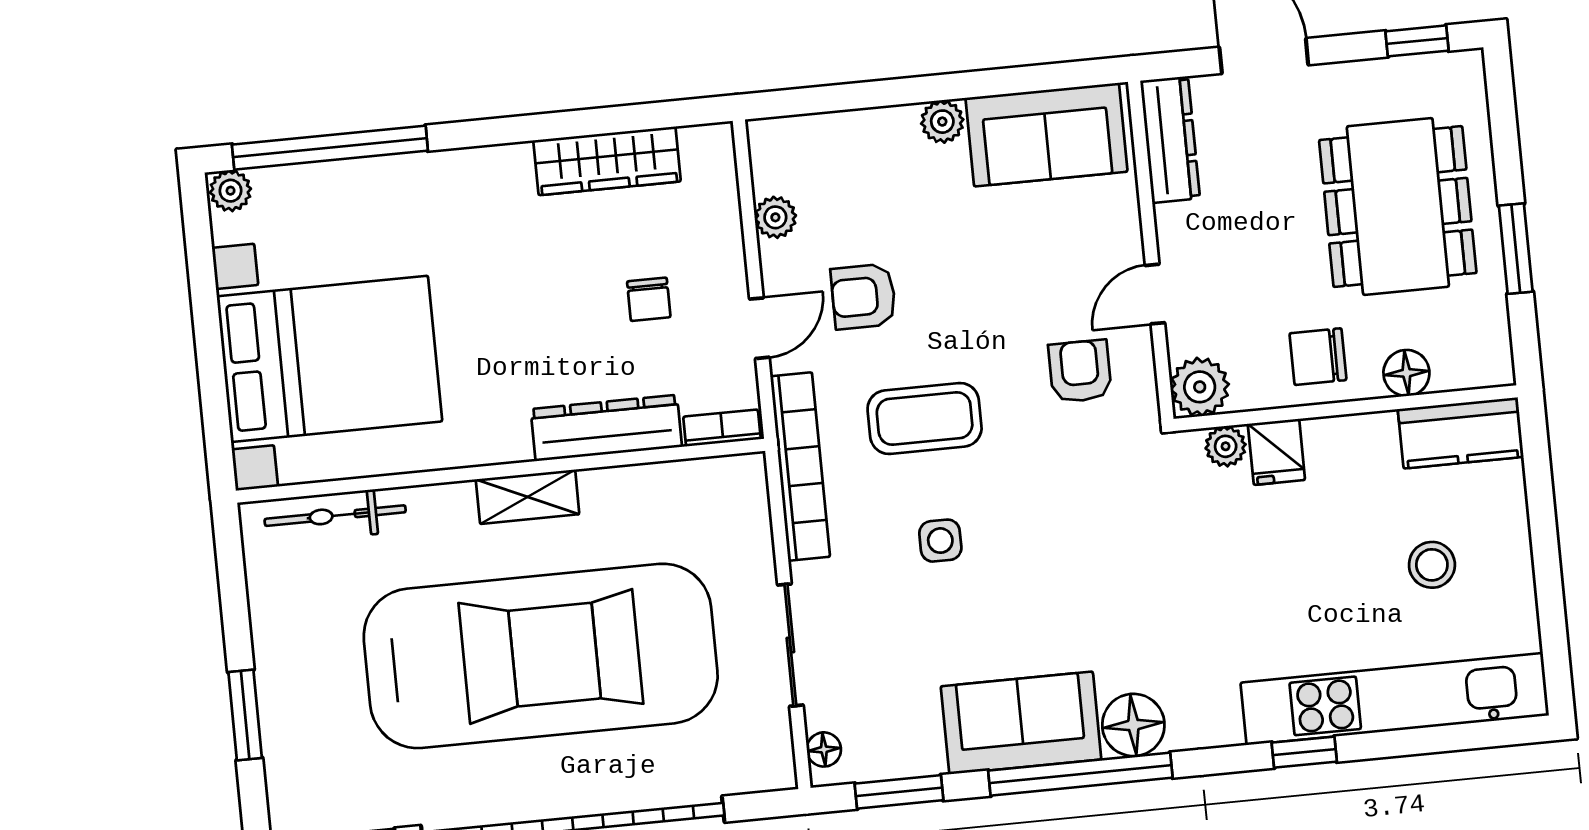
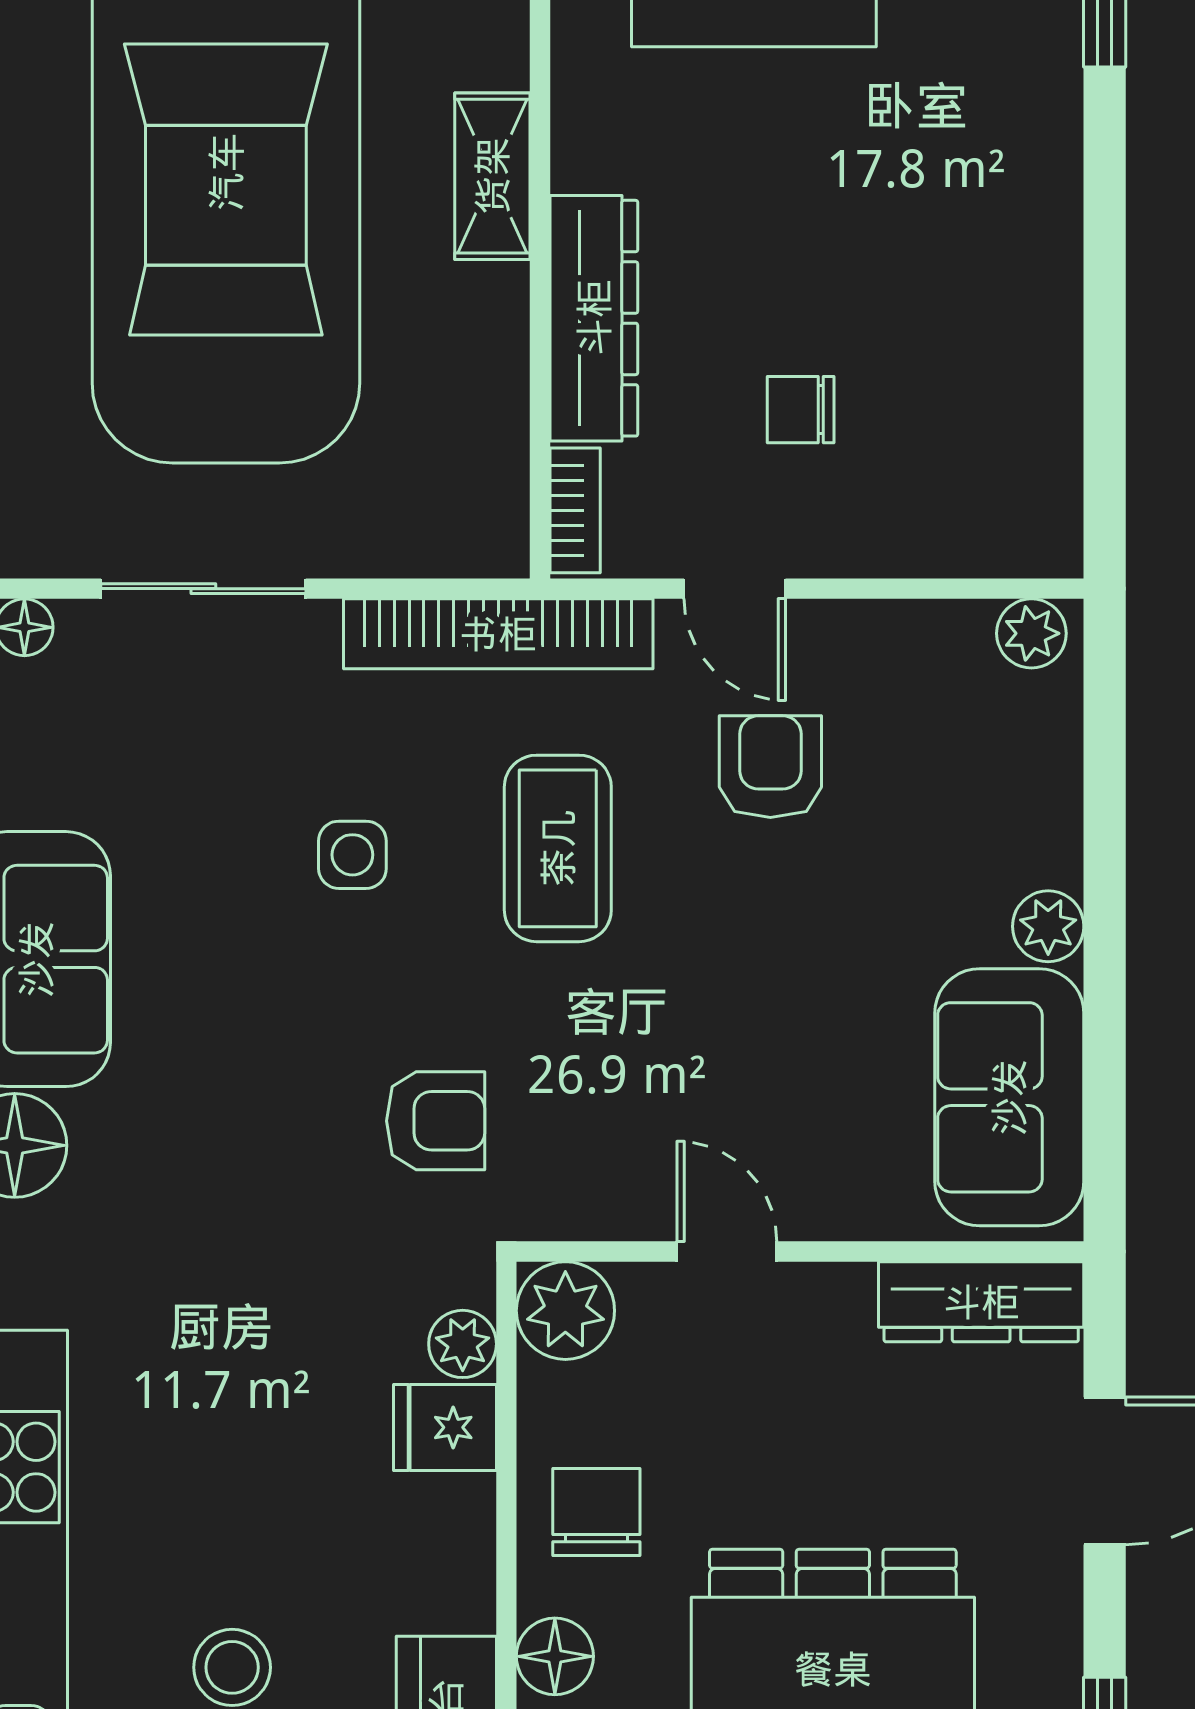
wardrobe: (607, 161) -> (1038, 363), removed
plant: (775, 217) -> (1031, 633), moved
armchair: (1080, 371) -> (436, 1121), moved

